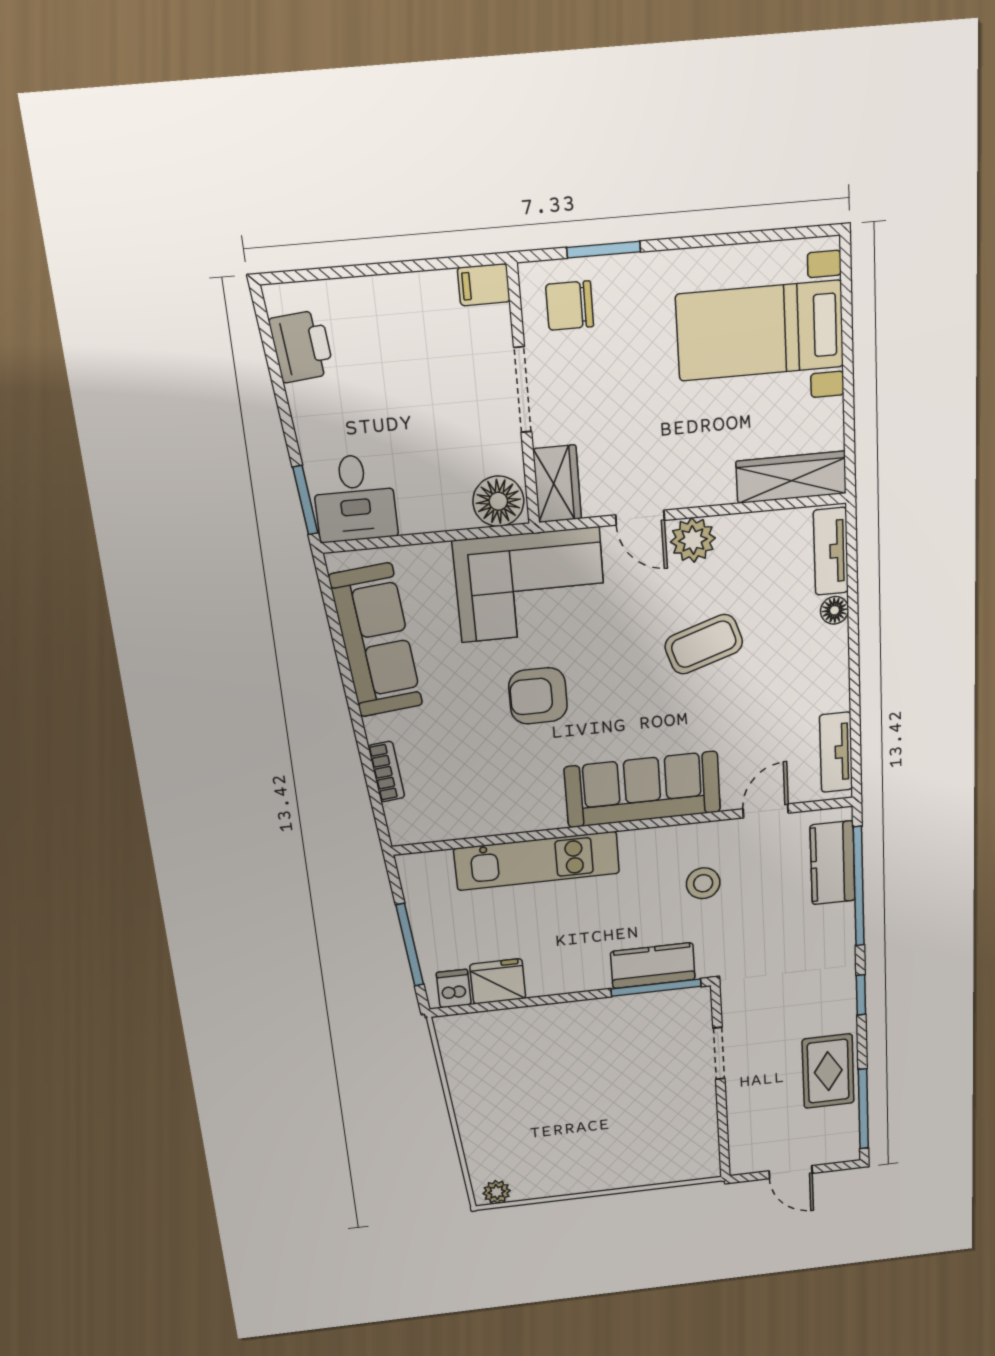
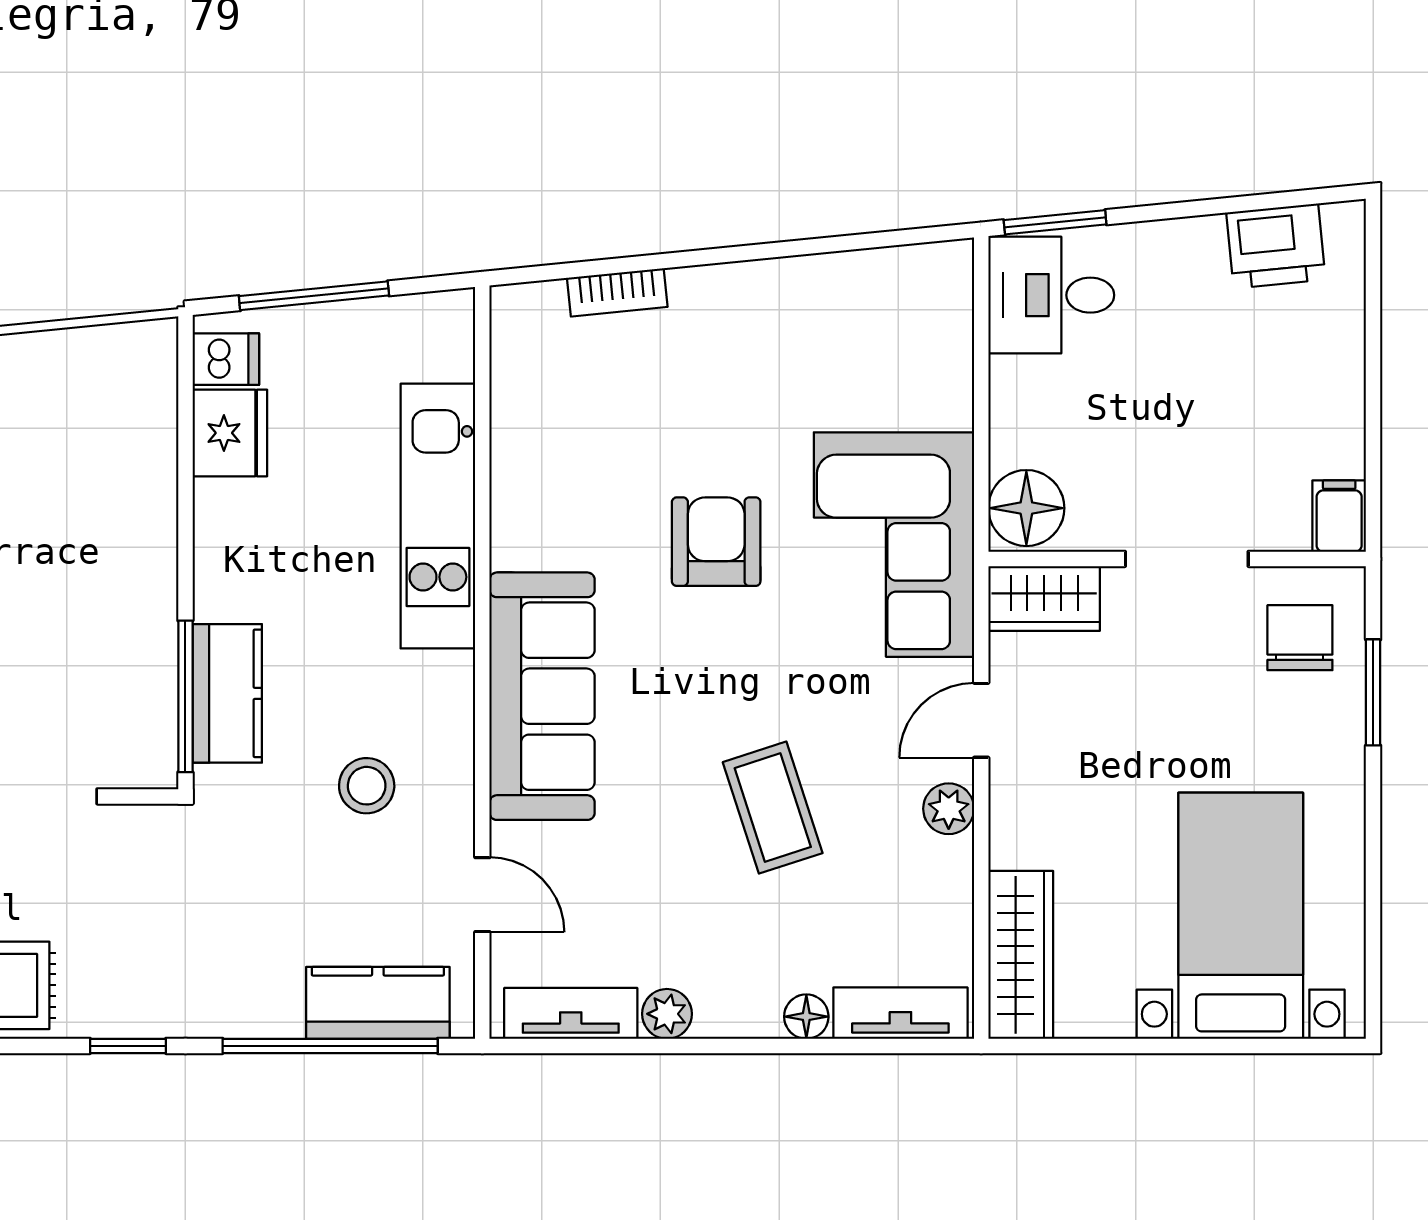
plant: (693, 540) -> (949, 809), width x0.73, depth x0.73
sofa: (376, 641) -> (831, 301), removed
plant: (835, 695) -> (667, 1014), added

